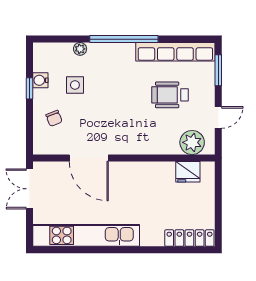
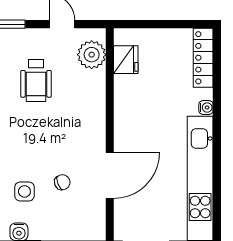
chair: (54, 118) -> (62, 182), moved
water cooler: (147, 240) -> (206, 108), added

